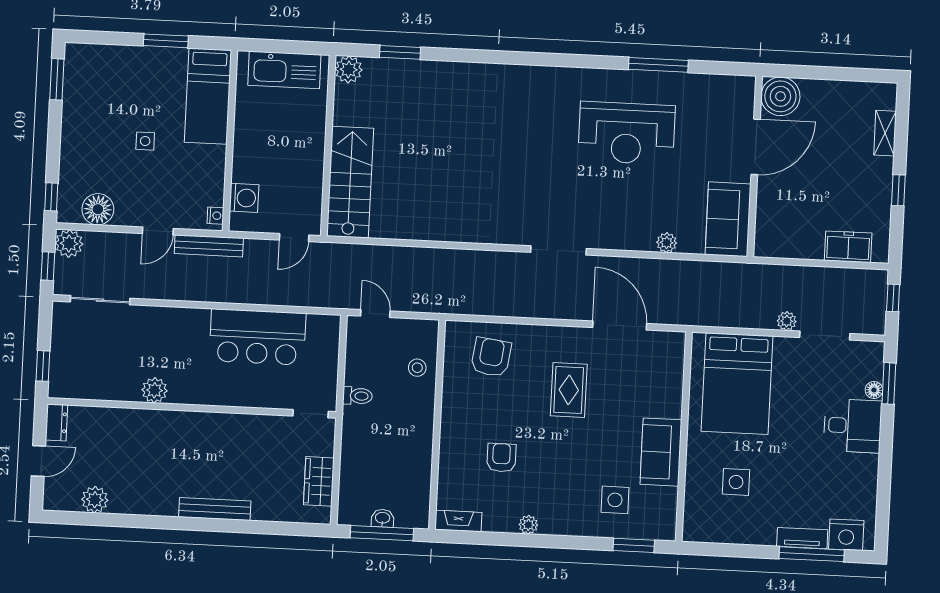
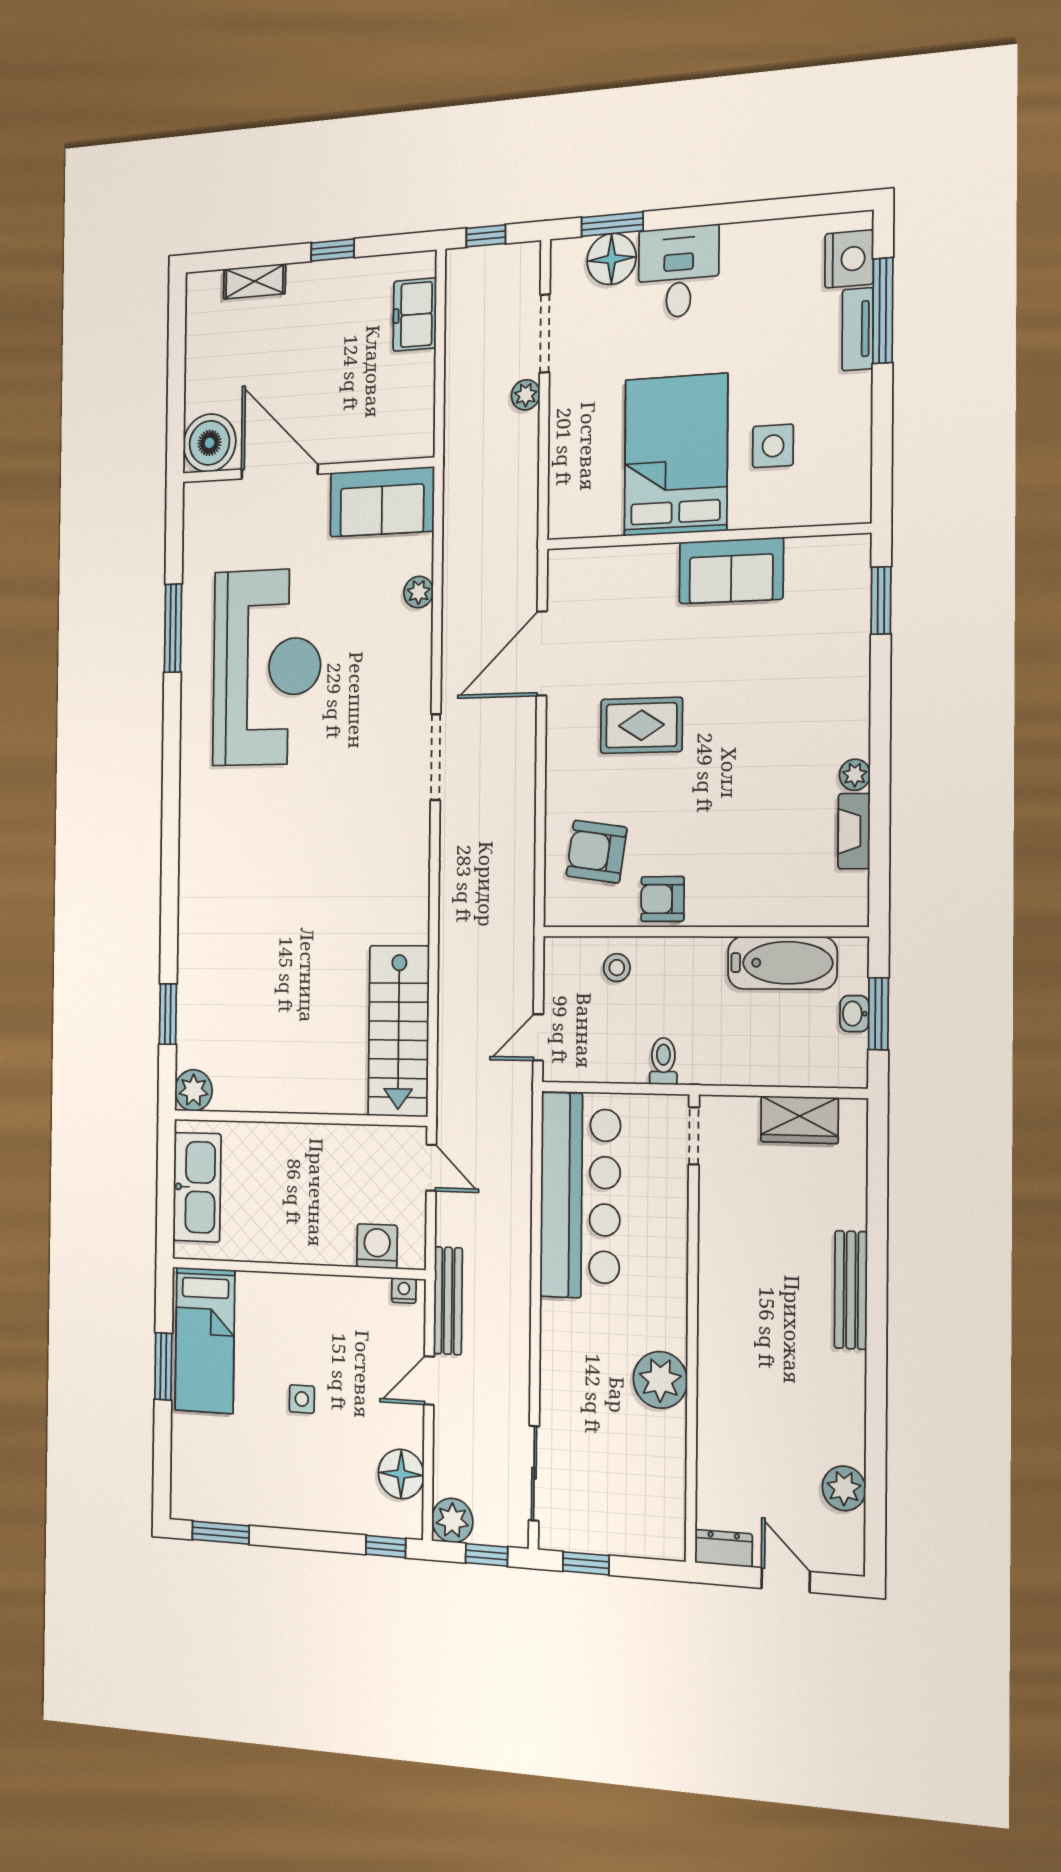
bed: (208, 96) -> (205, 1340), moved, turned 90
reception desk: (627, 133) -> (267, 667), width x1.36, depth x1.30
stairs: (350, 182) -> (399, 1031), moved, turned -90
door: (158, 231) -> (429, 1381), swing flipped
bar counter: (258, 337) -> (580, 1195), width x1.36
window: (43, 366) -> (586, 1563), moved
bed: (737, 384) -> (676, 455), moved, turned -90
plant: (155, 390) -> (660, 1380), width x1.36, depth x1.36
floor lamp: (874, 390) -> (612, 259), width x1.89, depth x1.89
armchair: (501, 458) -> (663, 899), moved
bathtub: (415, 475) -> (782, 963), added
side table: (615, 500) -> (809, 637), removed
fireplace: (458, 521) -> (854, 831), moved
window: (382, 533) -> (878, 1014), width x0.69

